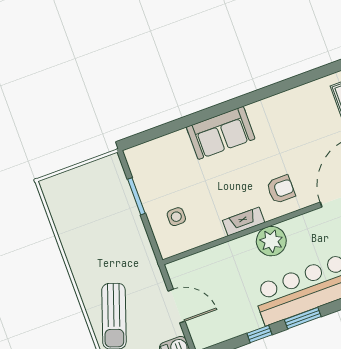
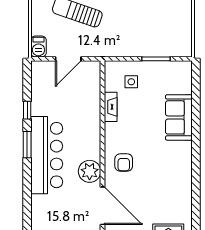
sofa: (221, 133) -> (179, 117), moved
fireplace: (244, 221) -> (111, 107), moved
plant: (271, 241) -> (90, 171), moved

